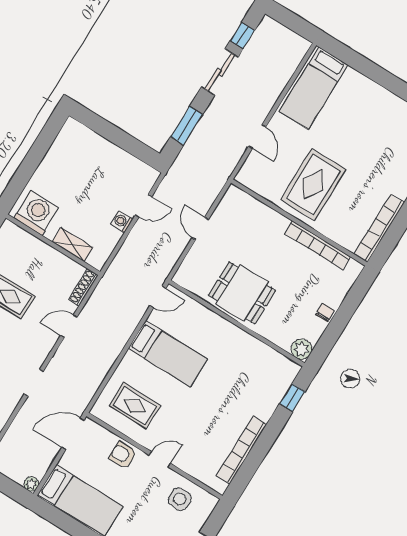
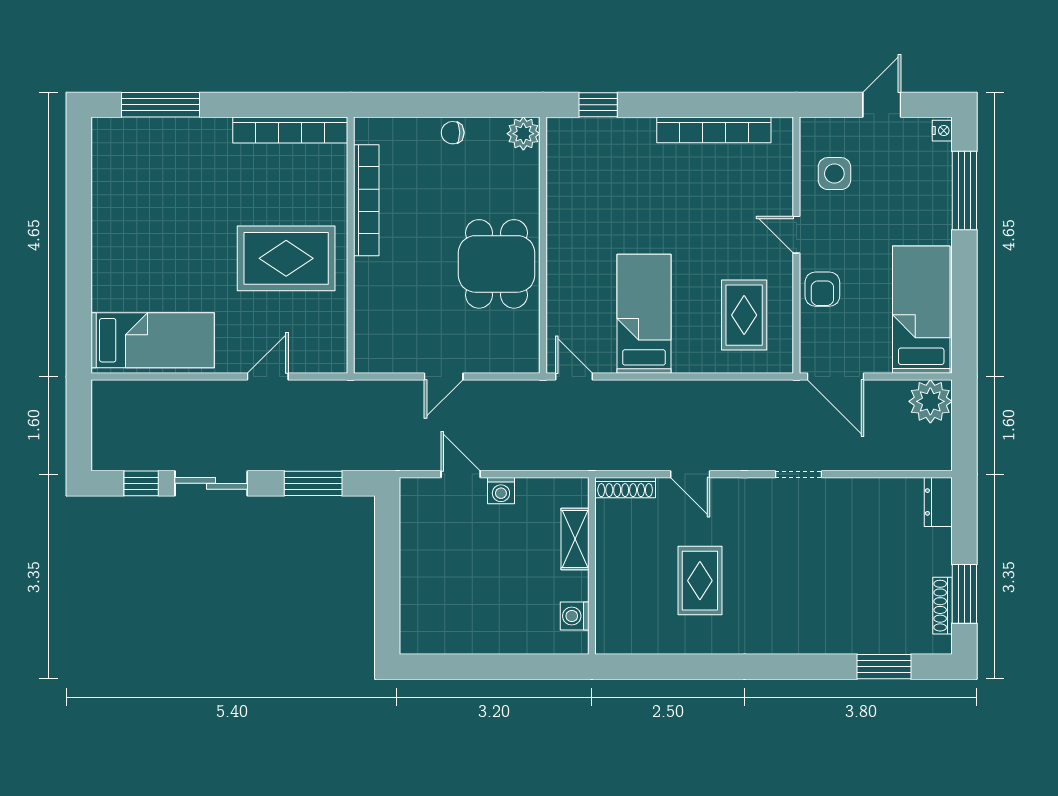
washing machine: (36, 213) -> (575, 616), width x0.53, depth x0.53
plant: (31, 484) -> (930, 401), width x1.87, depth x1.87

